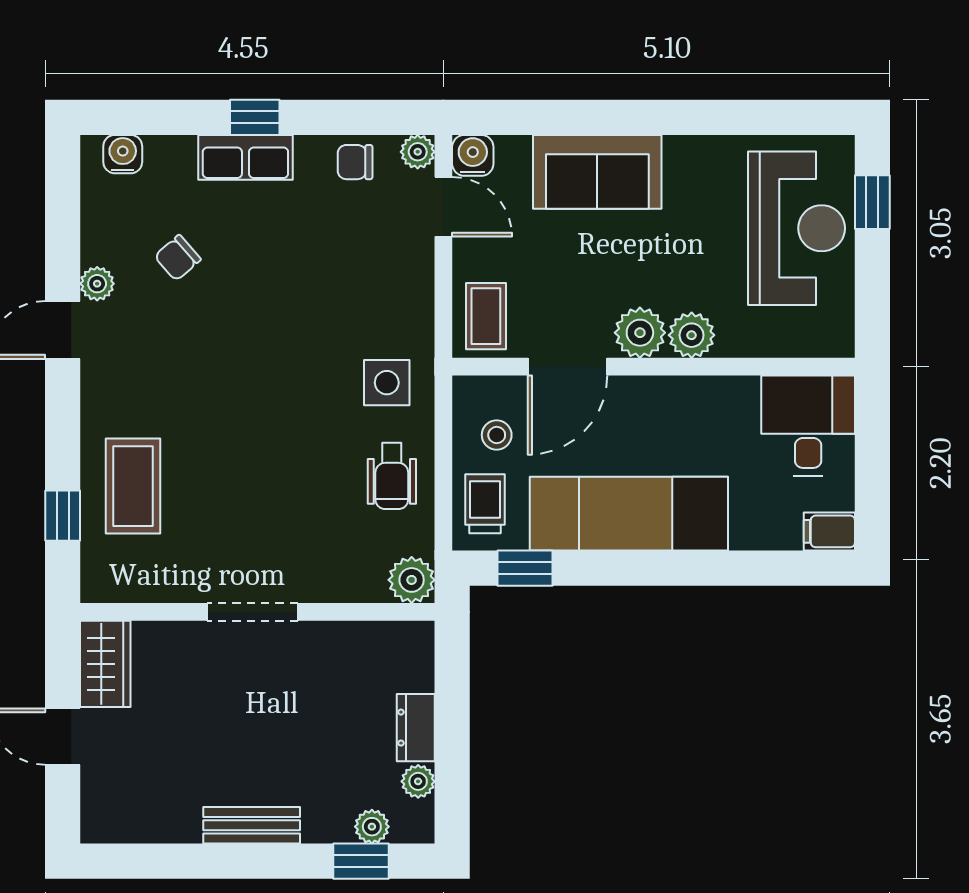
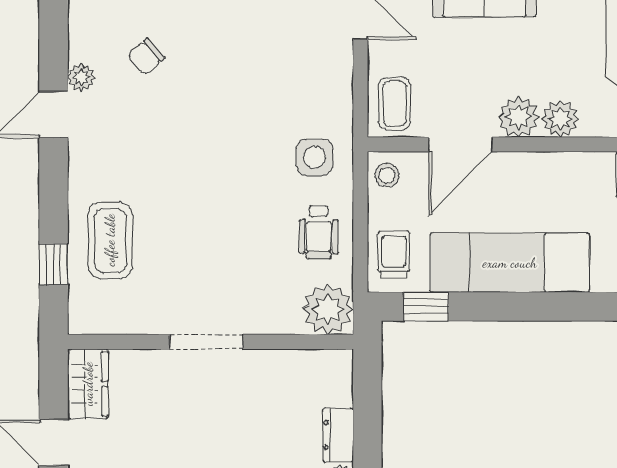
stool: (497, 435) -> (387, 175), moved
plant: (412, 580) -> (328, 309), width x1.36, depth x1.36

